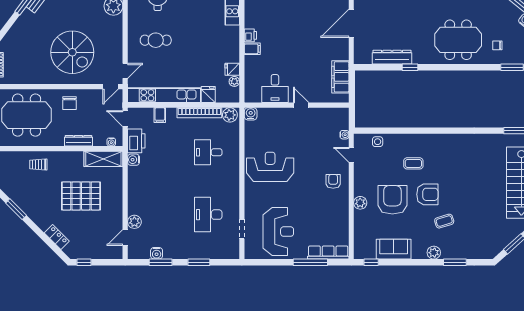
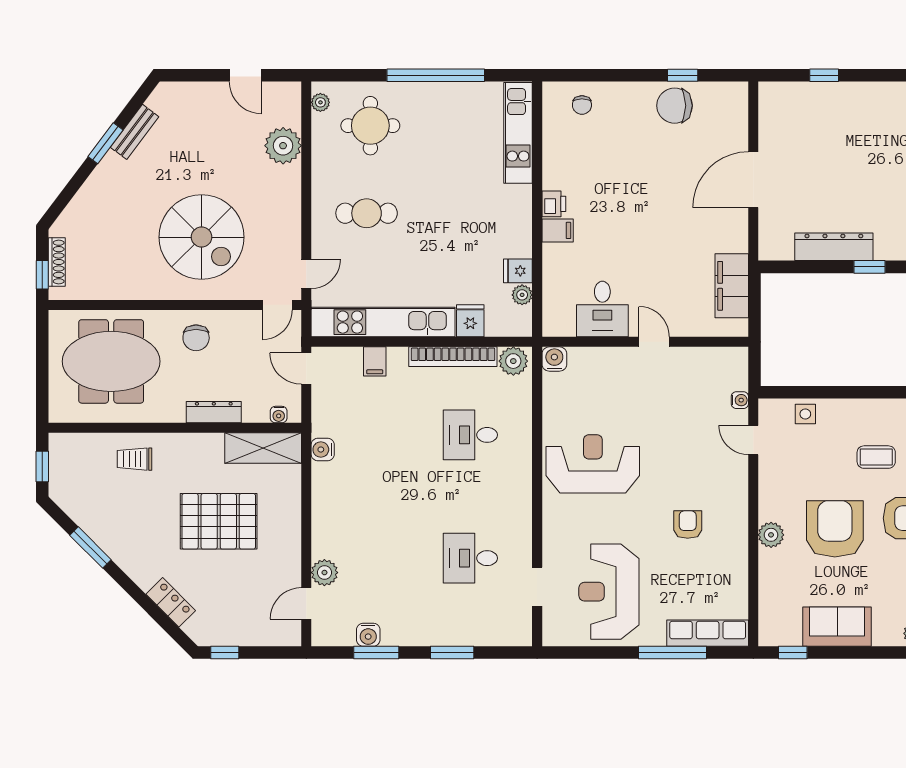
printer: (136, 141) -> (328, 412), removed
armchair: (333, 181) -> (688, 525), moved
desk: (208, 215) -> (470, 558), width x0.73
reception desk: (278, 232) -> (609, 592), turned 180

